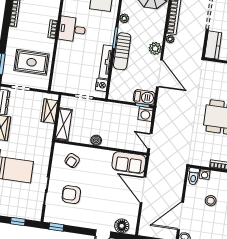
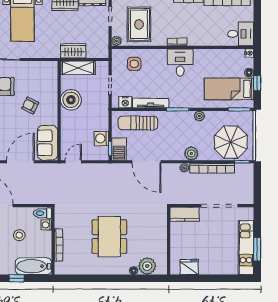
plant: (155, 48) -> (191, 153), moved
sun lounger: (122, 51) -> (138, 123), moved
side table: (67, 72) -> (134, 64), added
door: (159, 73) -> (146, 162), hinge flipped
plant: (44, 85) -> (117, 41), added
wardrobe: (49, 111) -> (73, 51), moved
washing machine: (146, 114) -> (101, 138), moved
boiler: (96, 140) -> (71, 100), width x1.86, depth x1.86
armchair: (72, 161) -> (30, 106), moved

